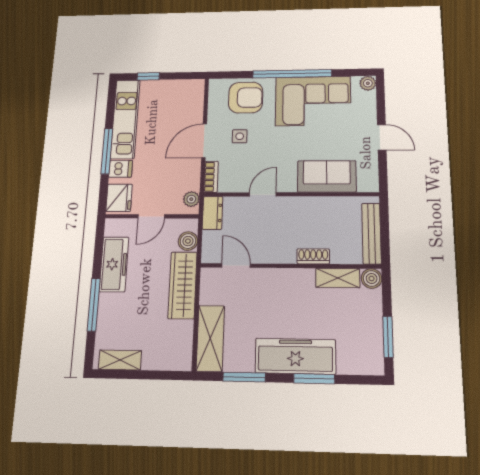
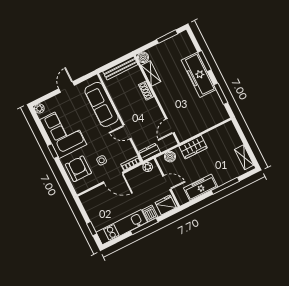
window: (292, 74) -> (53, 151), width x0.32
sofa: (327, 176) -> (101, 104), width x1.36
wardrobe: (183, 285) -> (193, 147), width x0.67
shelving: (210, 338) -> (211, 119), removed

